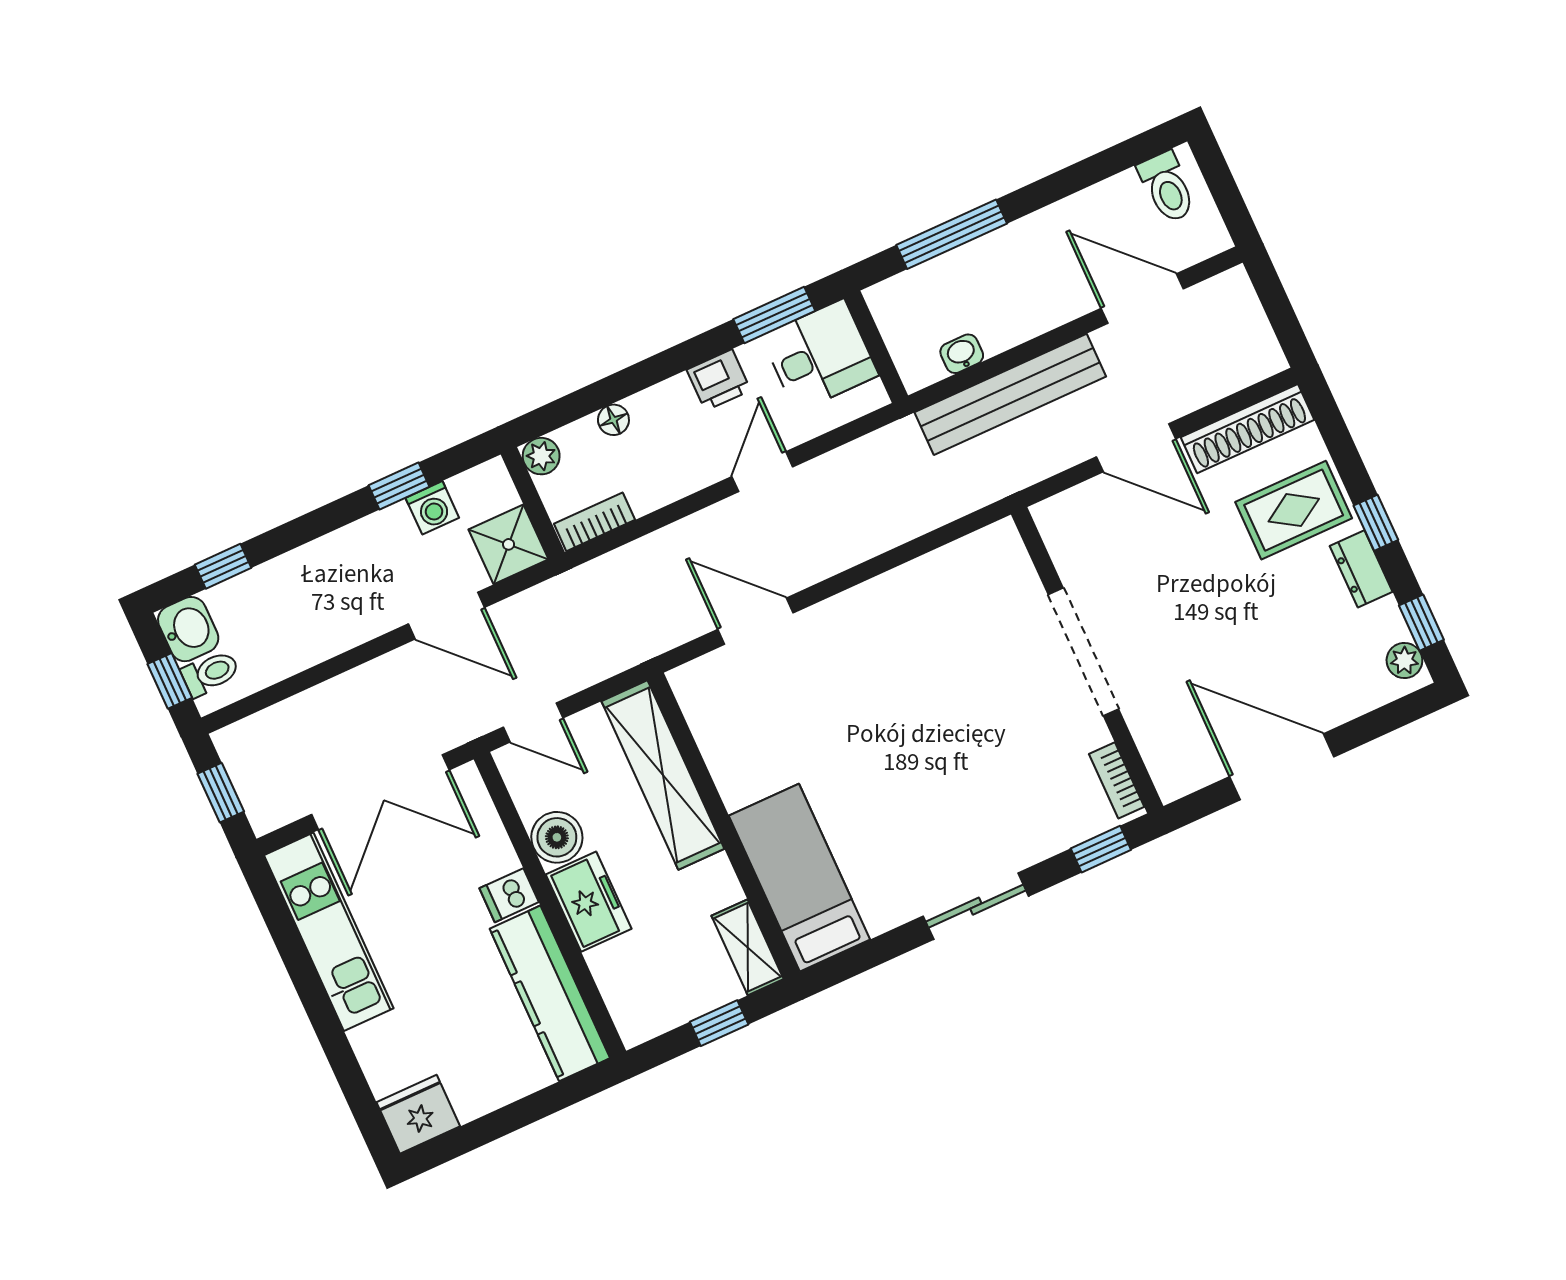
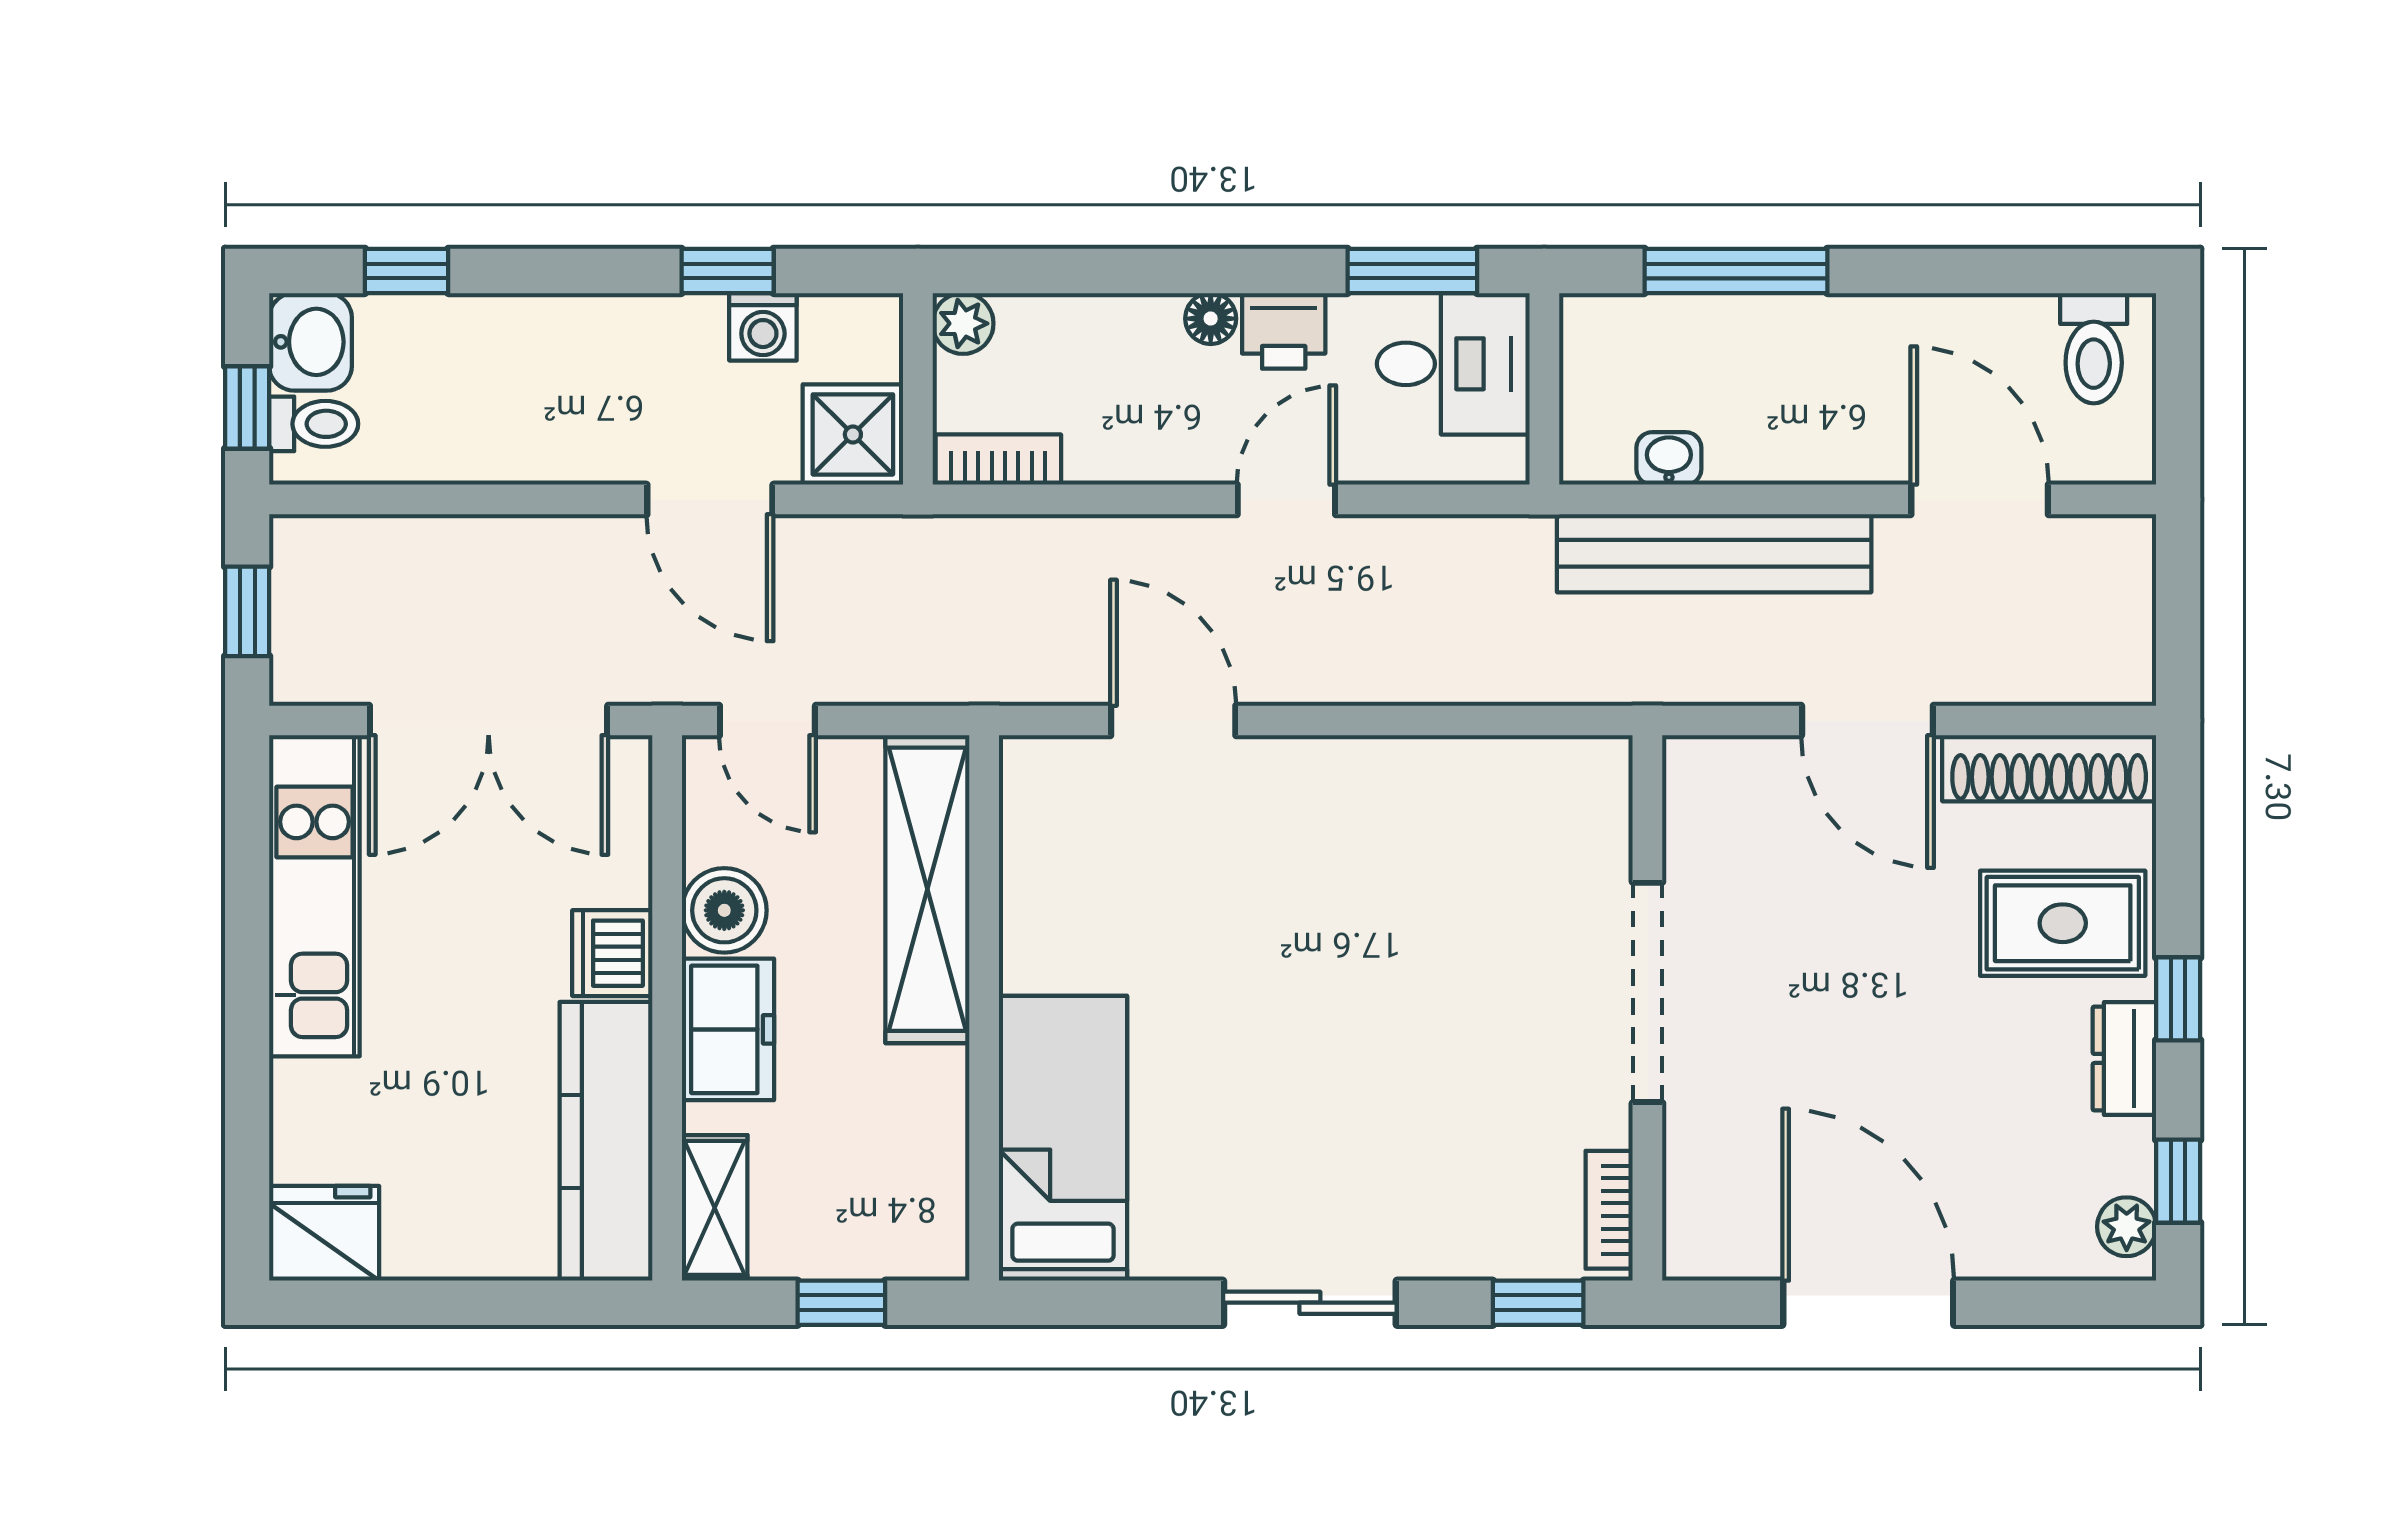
floor lamp: (613, 420) -> (1211, 319), moved
dishwasher: (509, 895) -> (612, 953), width x1.38
shelving: (748, 947) -> (715, 1208), moved

